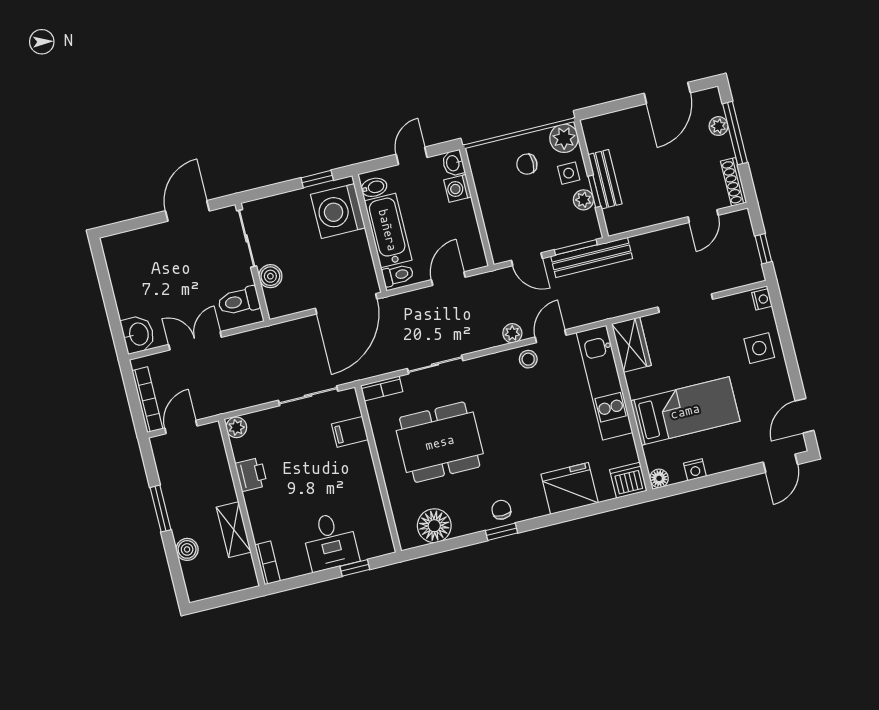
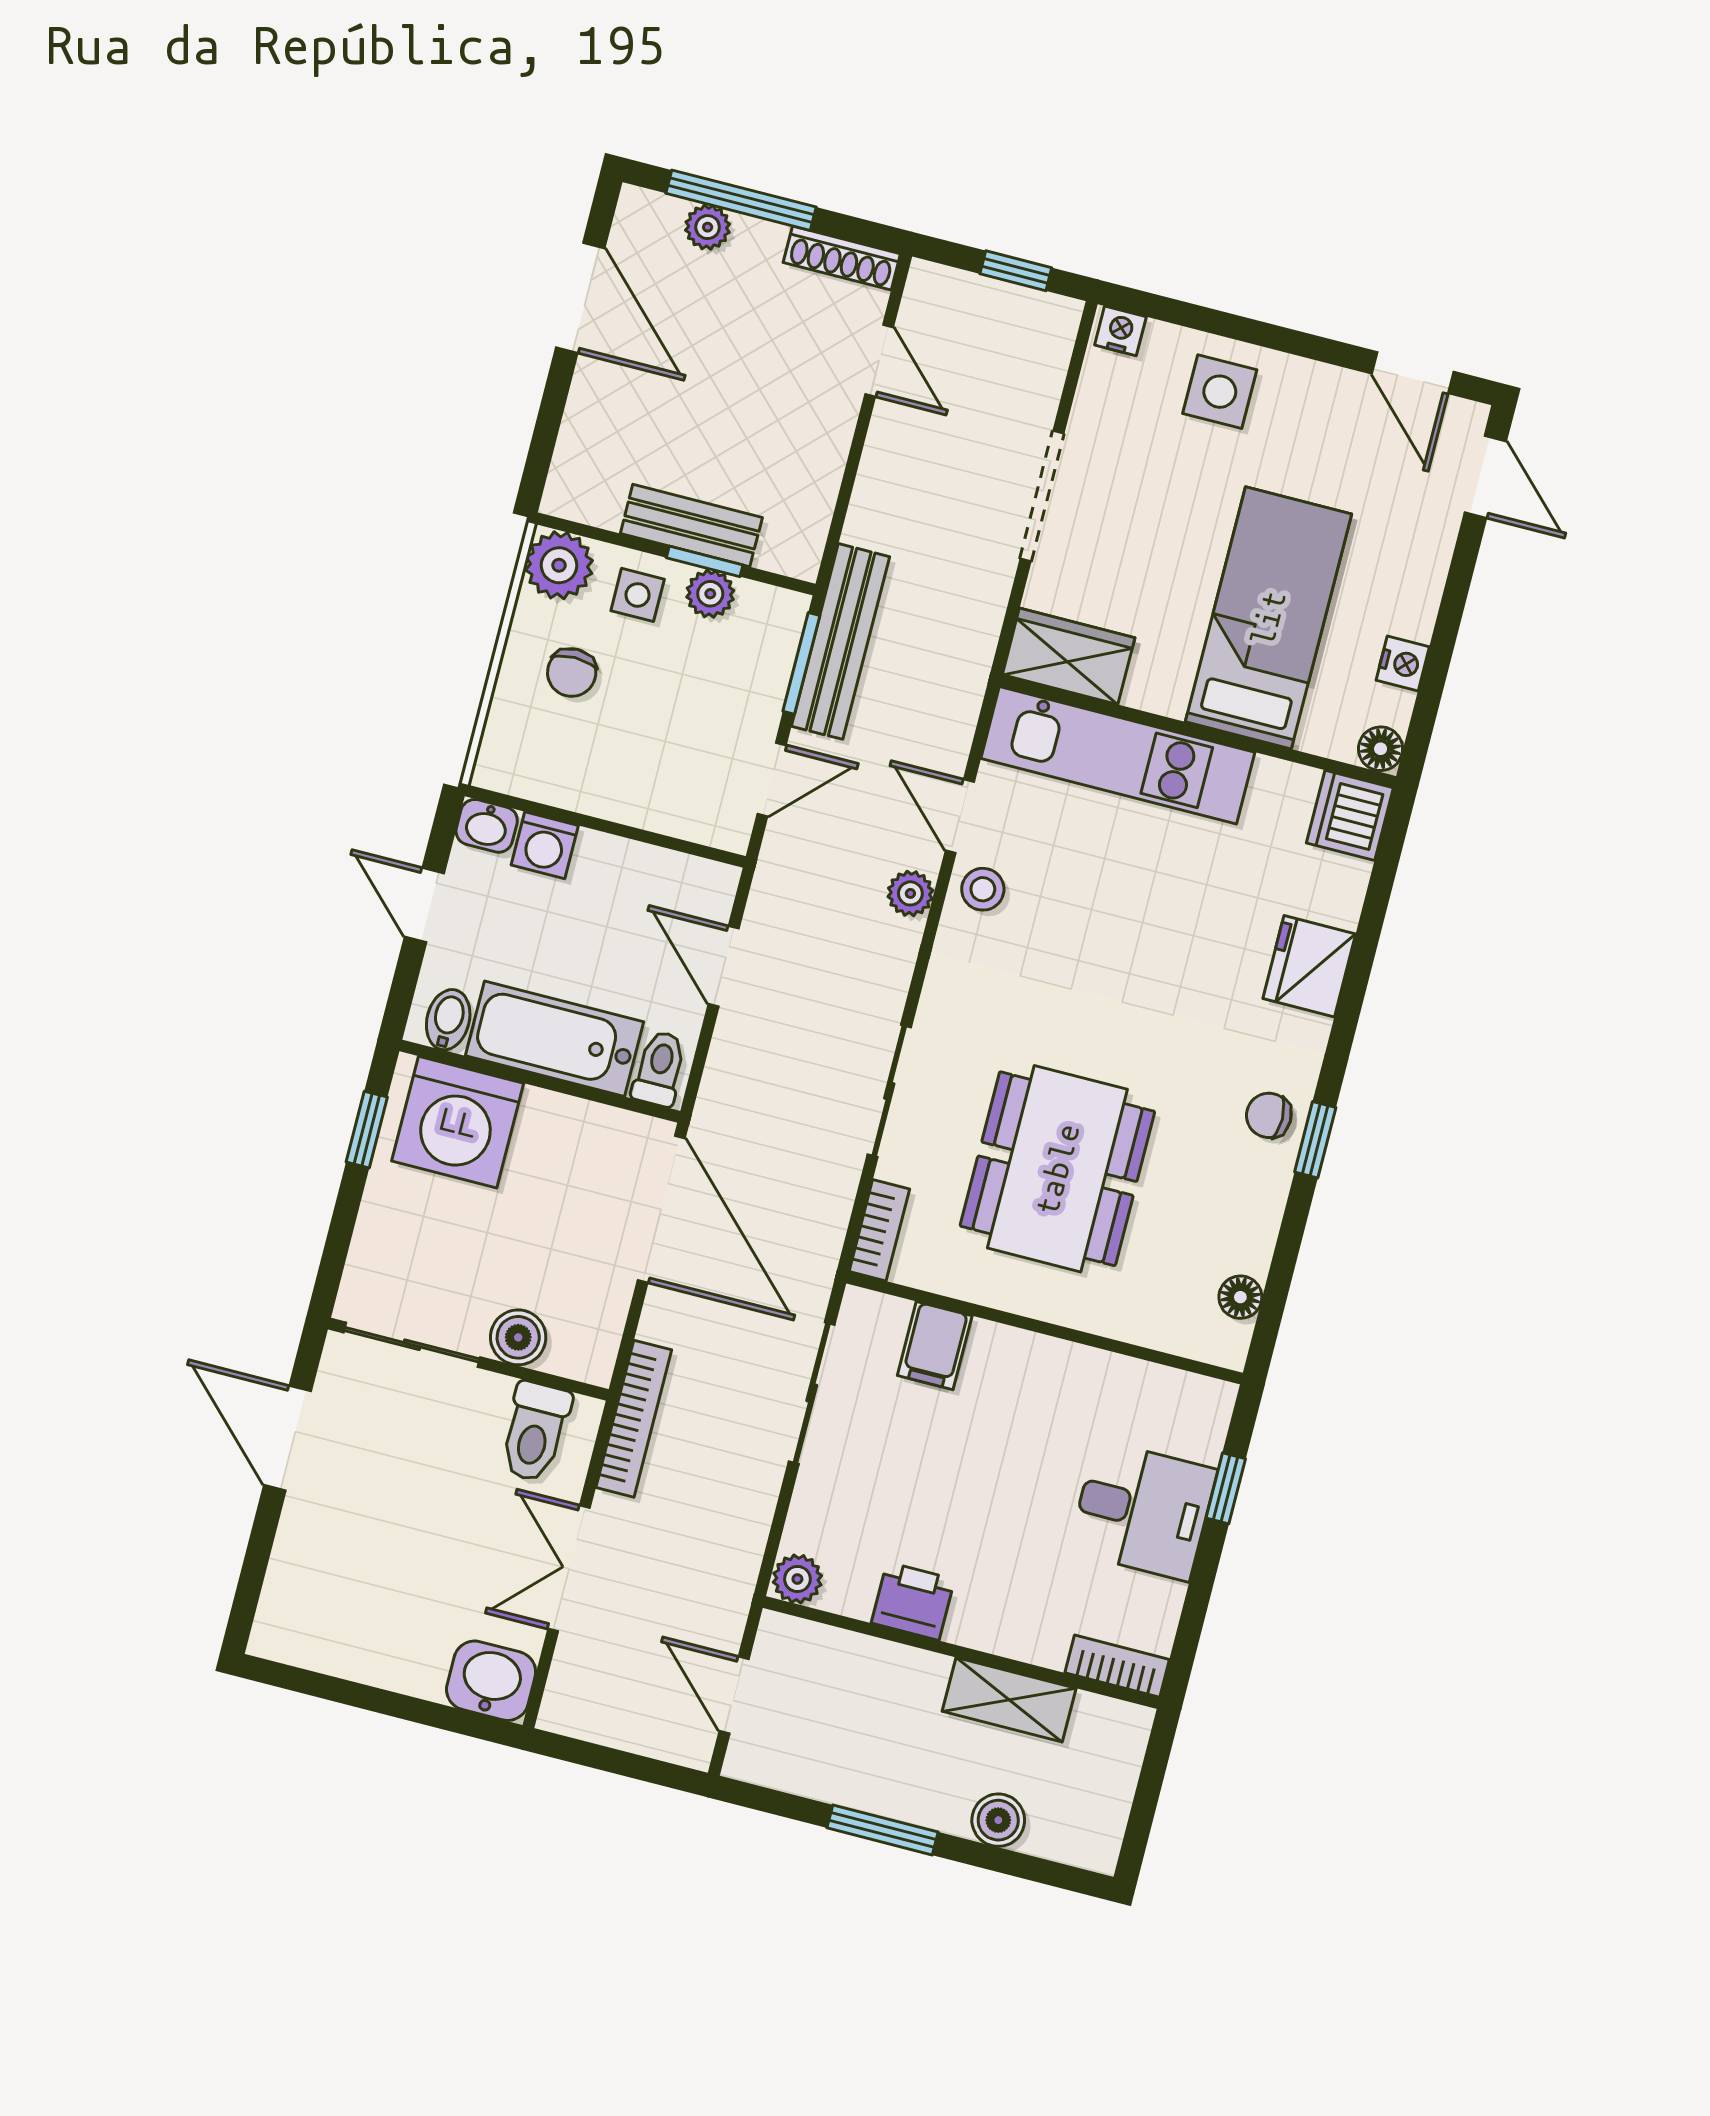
bookcase: (147, 400) -> (634, 1419), moved, turned 90
fridge: (570, 488) -> (1309, 966), width x0.73, depth x0.75
floor lamp: (434, 526) -> (1240, 1297), width x0.53, depth x0.53

